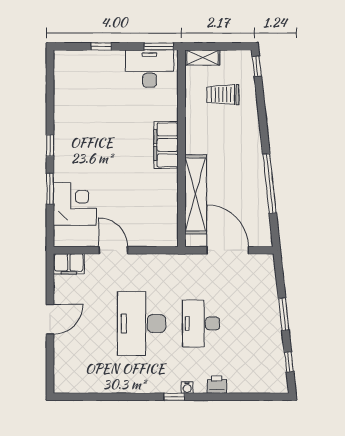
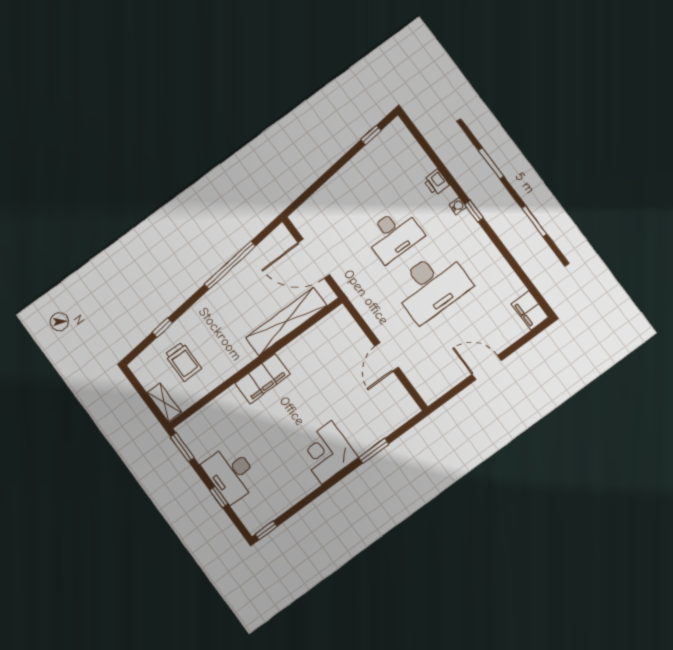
window: (257, 66) -> (162, 328), moved
desk: (150, 69) -> (231, 474), moved
window: (50, 145) -> (266, 530), moved
corner desk: (75, 204) -> (327, 452), moved
door: (228, 250) -> (314, 259), hinge flipped
filing cabinet: (69, 264) -> (530, 310), moved, turned 180
window: (284, 314) -> (333, 170), removed

